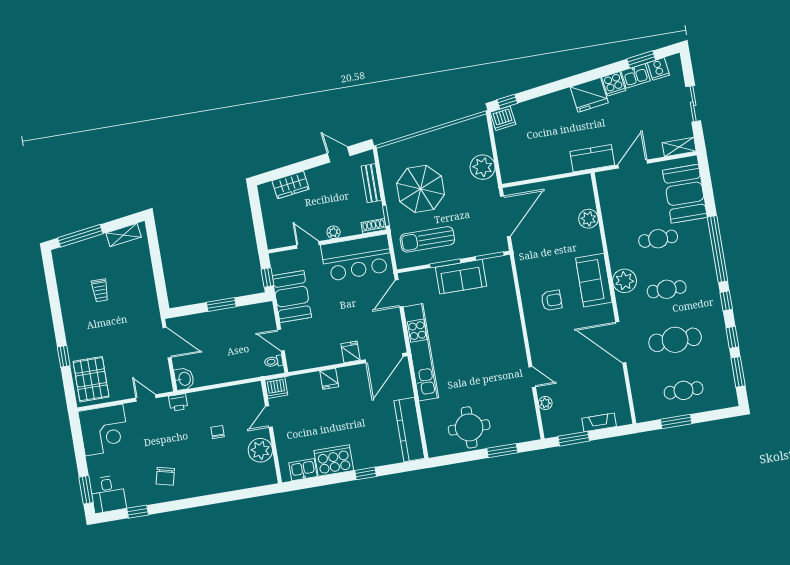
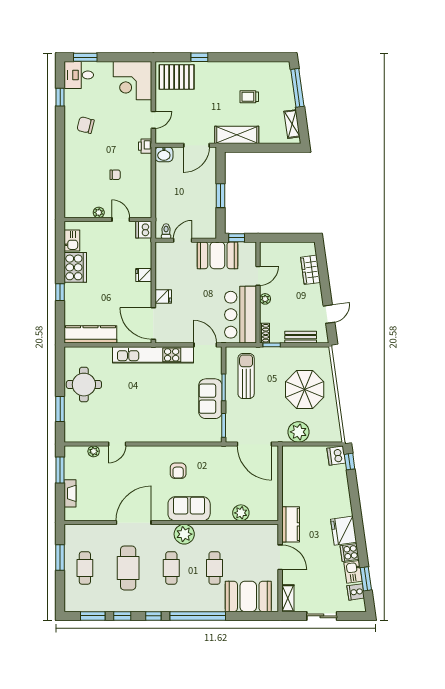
parasol: (421, 189) -> (305, 389), moved
shelving: (147, 298) -> (237, 135), added
plant: (260, 450) -> (99, 212), width x0.53, depth x0.53

